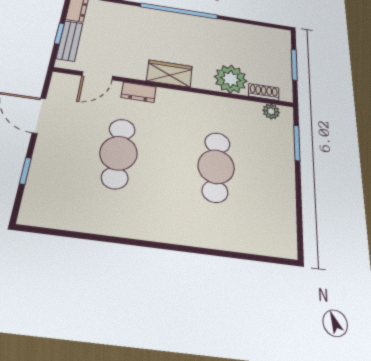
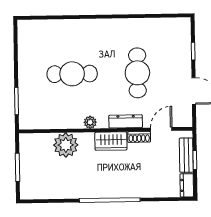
dresser: (139, 92) -> (126, 121), width x1.44
shoe rack: (264, 92) -> (139, 137), moved
plant: (271, 111) -> (90, 122), moved
cafe table: (216, 167) -> (72, 74), turned 90

